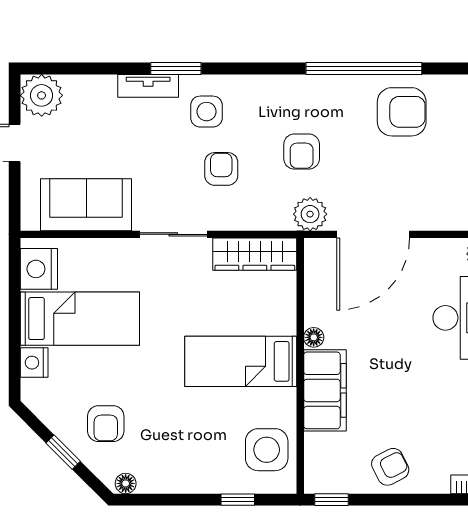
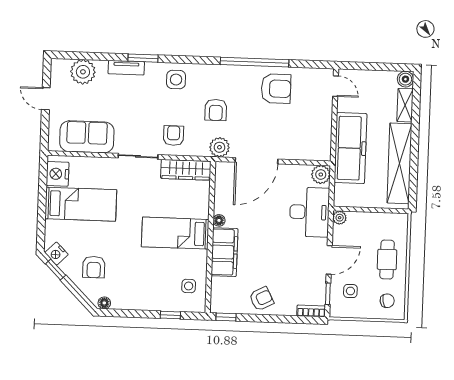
plant: (42, 95) -> (83, 72), moved
side table: (207, 112) -> (176, 80), moved
armchair: (221, 169) -> (173, 136), moved
nightstand: (34, 363) -> (57, 254), moved, turned -45
side table: (267, 450) -> (189, 286), width x0.54, depth x0.54
window: (63, 452) -> (56, 270), moved

